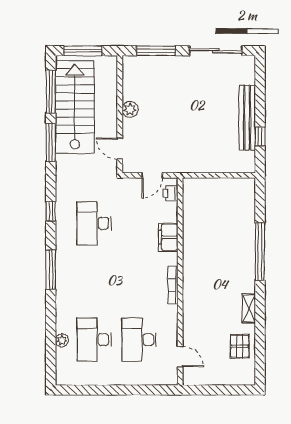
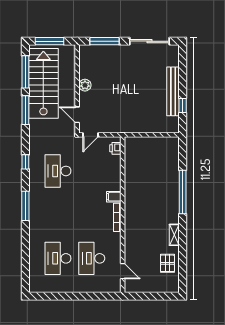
door: (152, 175) -> (91, 135), moved
filing cabinet: (168, 237) -> (114, 197), moved, width x0.50
plant: (62, 340) -> (34, 259), removed

